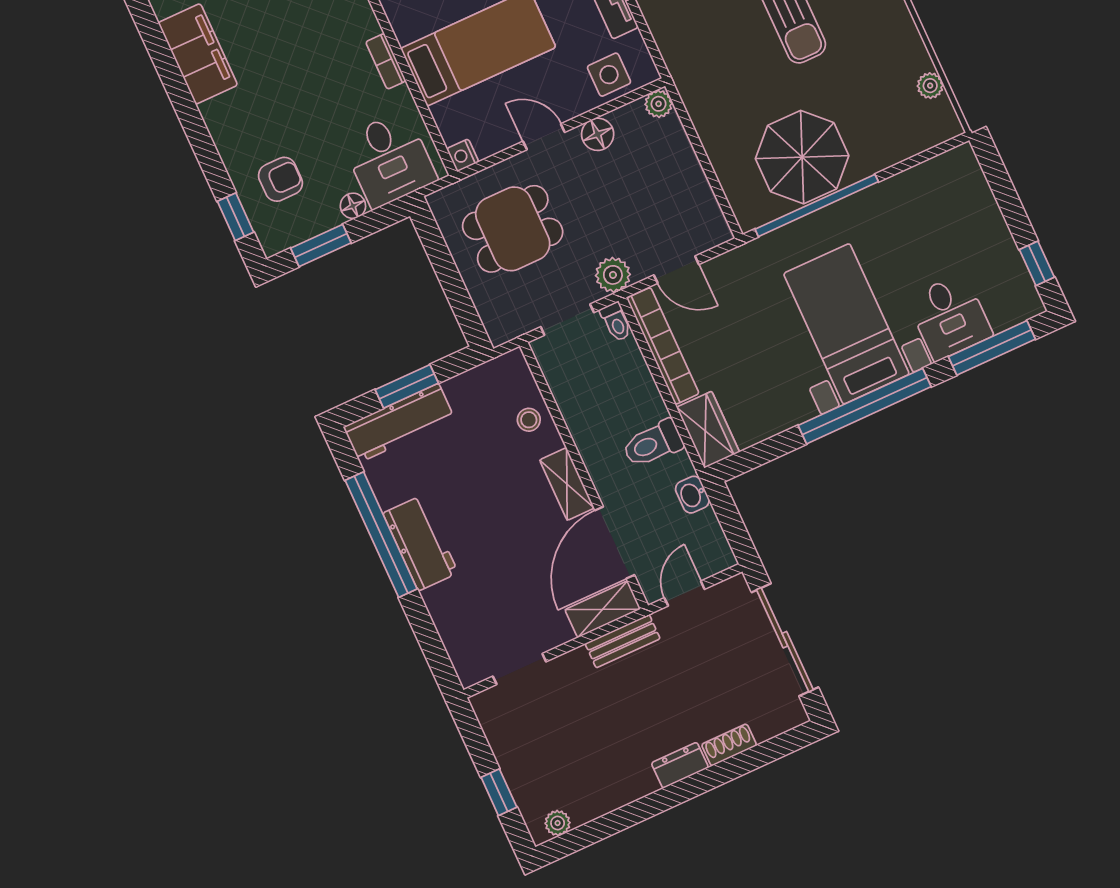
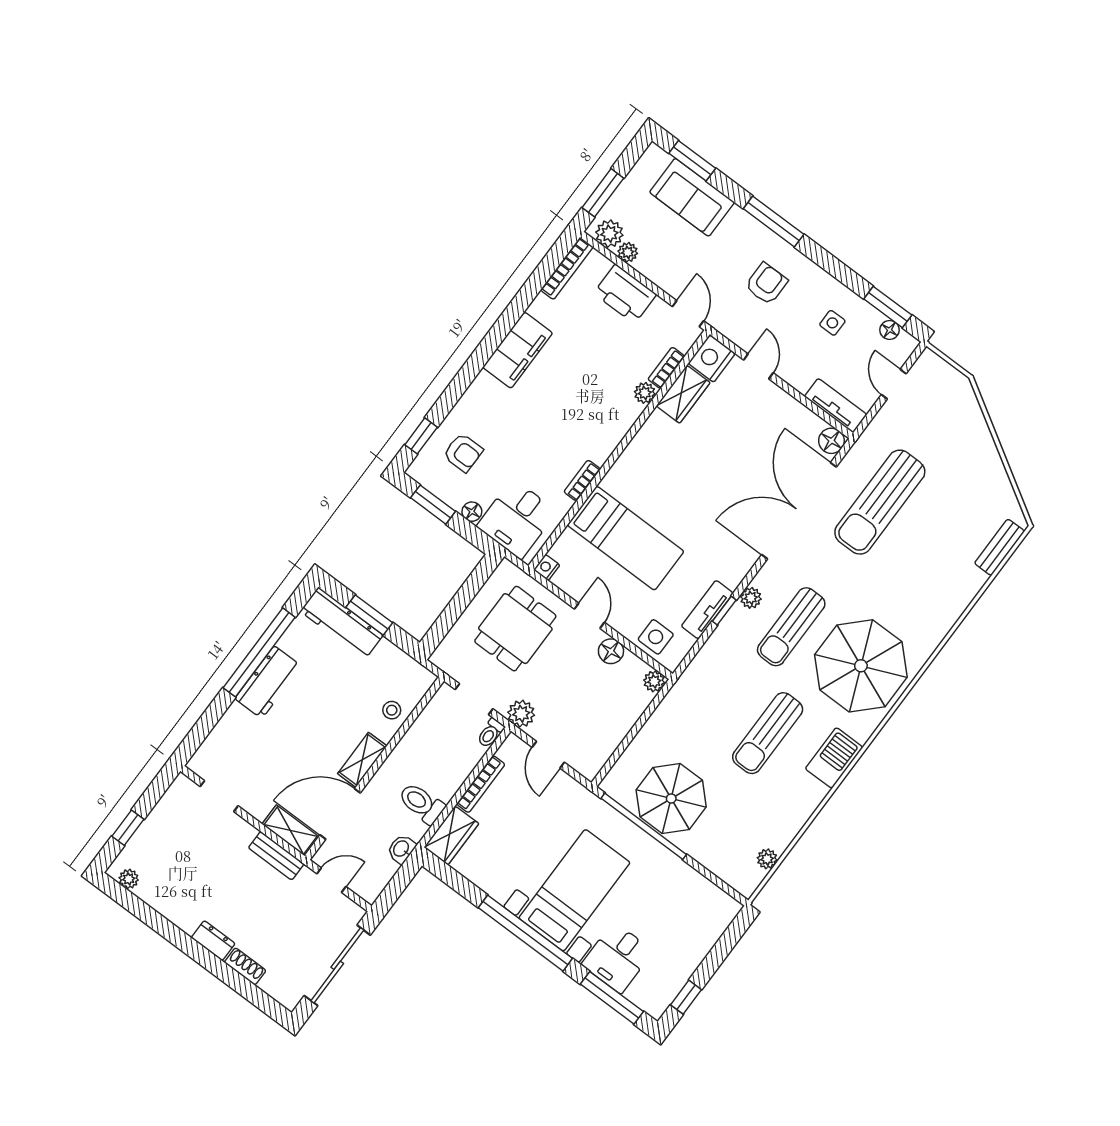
dining table: (513, 229) -> (515, 629), turned 90
bookcase: (663, 346) -> (481, 784), width x0.68, depth x0.76

